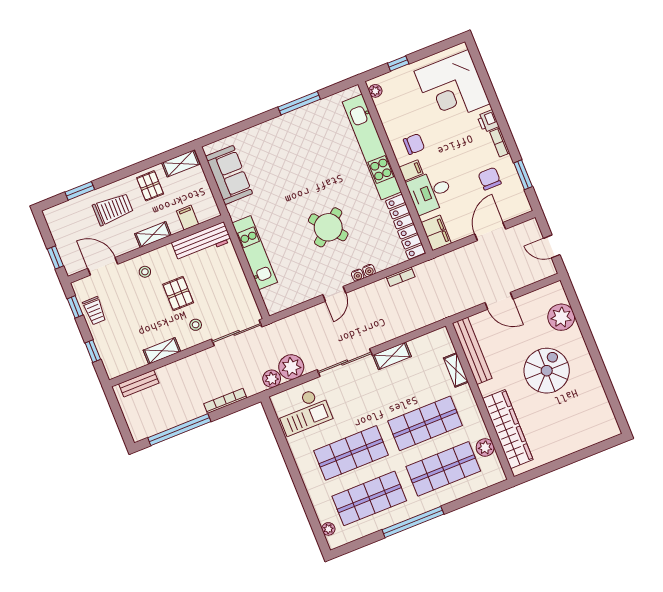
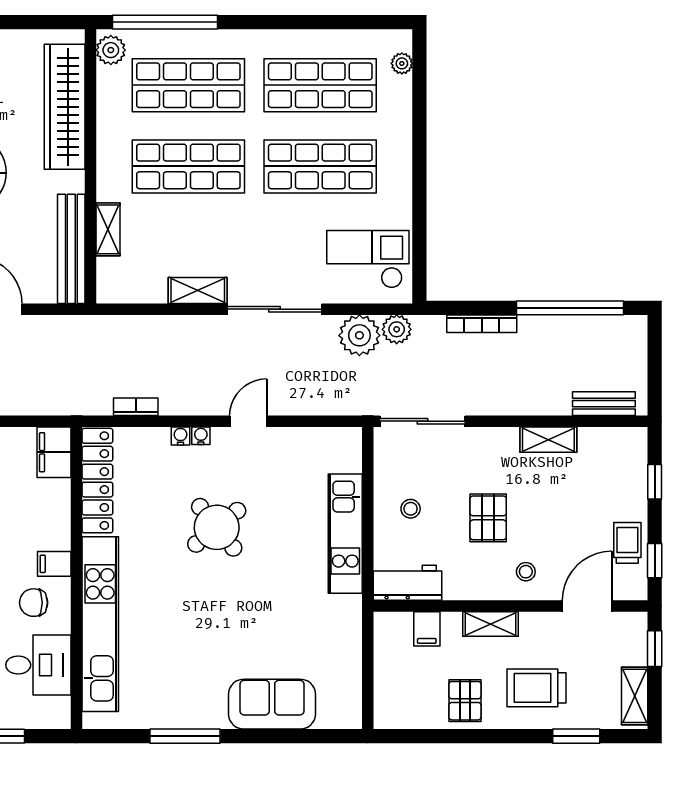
plant: (375, 91) -> (60, 708), removed
shelving: (181, 163) -> (635, 696), moved, turned 90
sofa: (229, 175) -> (272, 704), moved, turned 90
desk: (430, 192) -> (38, 665), moved
workbench: (202, 242) -> (407, 583), width x0.73
door: (103, 266) -> (587, 606), swing flipped
stool: (196, 325) -> (411, 509), moved
plant: (485, 447) -> (111, 50), moved
window: (413, 522) -> (165, 22), moved

